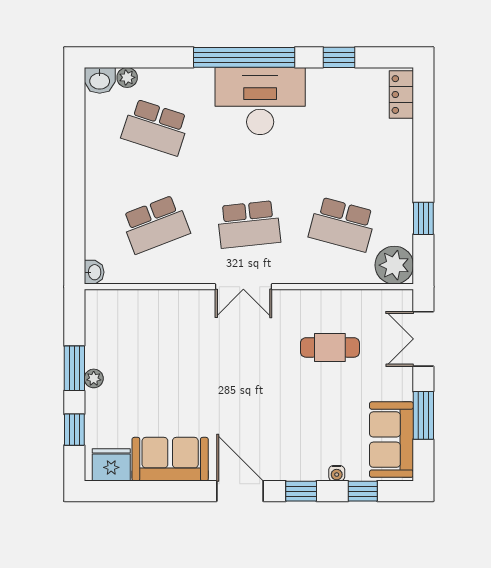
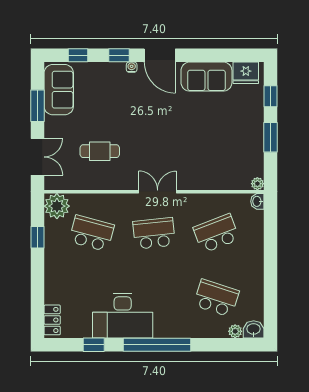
desk: (260, 101) -> (123, 316), moved
plant: (94, 378) -> (257, 184), moved
water cooler: (337, 473) -> (132, 67), moved

